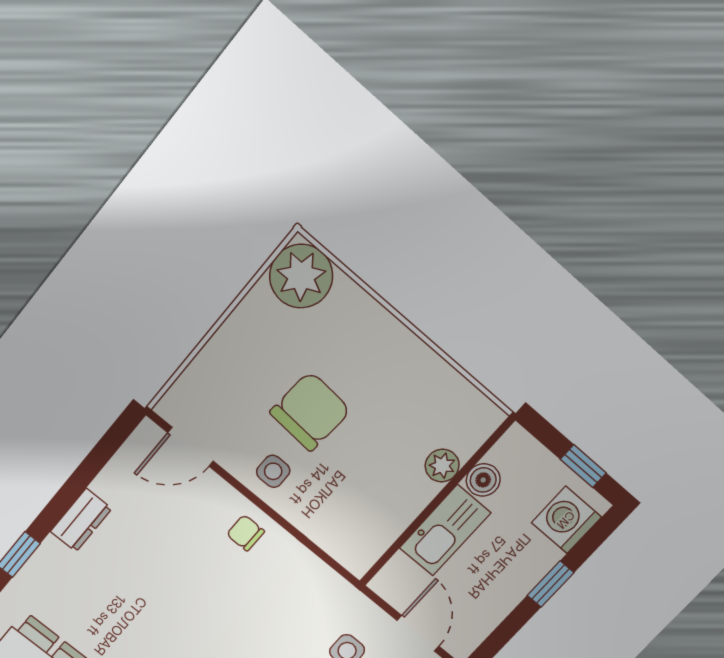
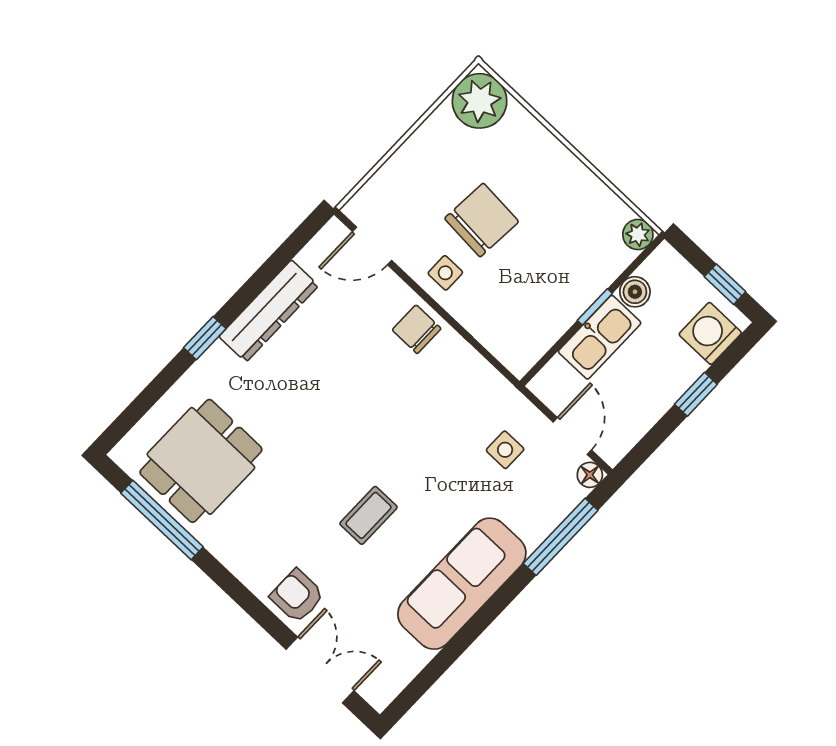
plant: (442, 466) -> (638, 234), moved
window: (439, 499) -> (595, 307), added
dresser: (81, 520) -> (269, 311), width x1.96, depth x1.24
chair: (246, 533) -> (417, 329), width x1.37, depth x1.37

